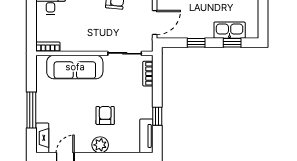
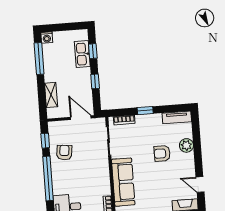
window: (157, 116) -> (145, 111), moved
plant: (100, 145) -> (186, 145), moved

